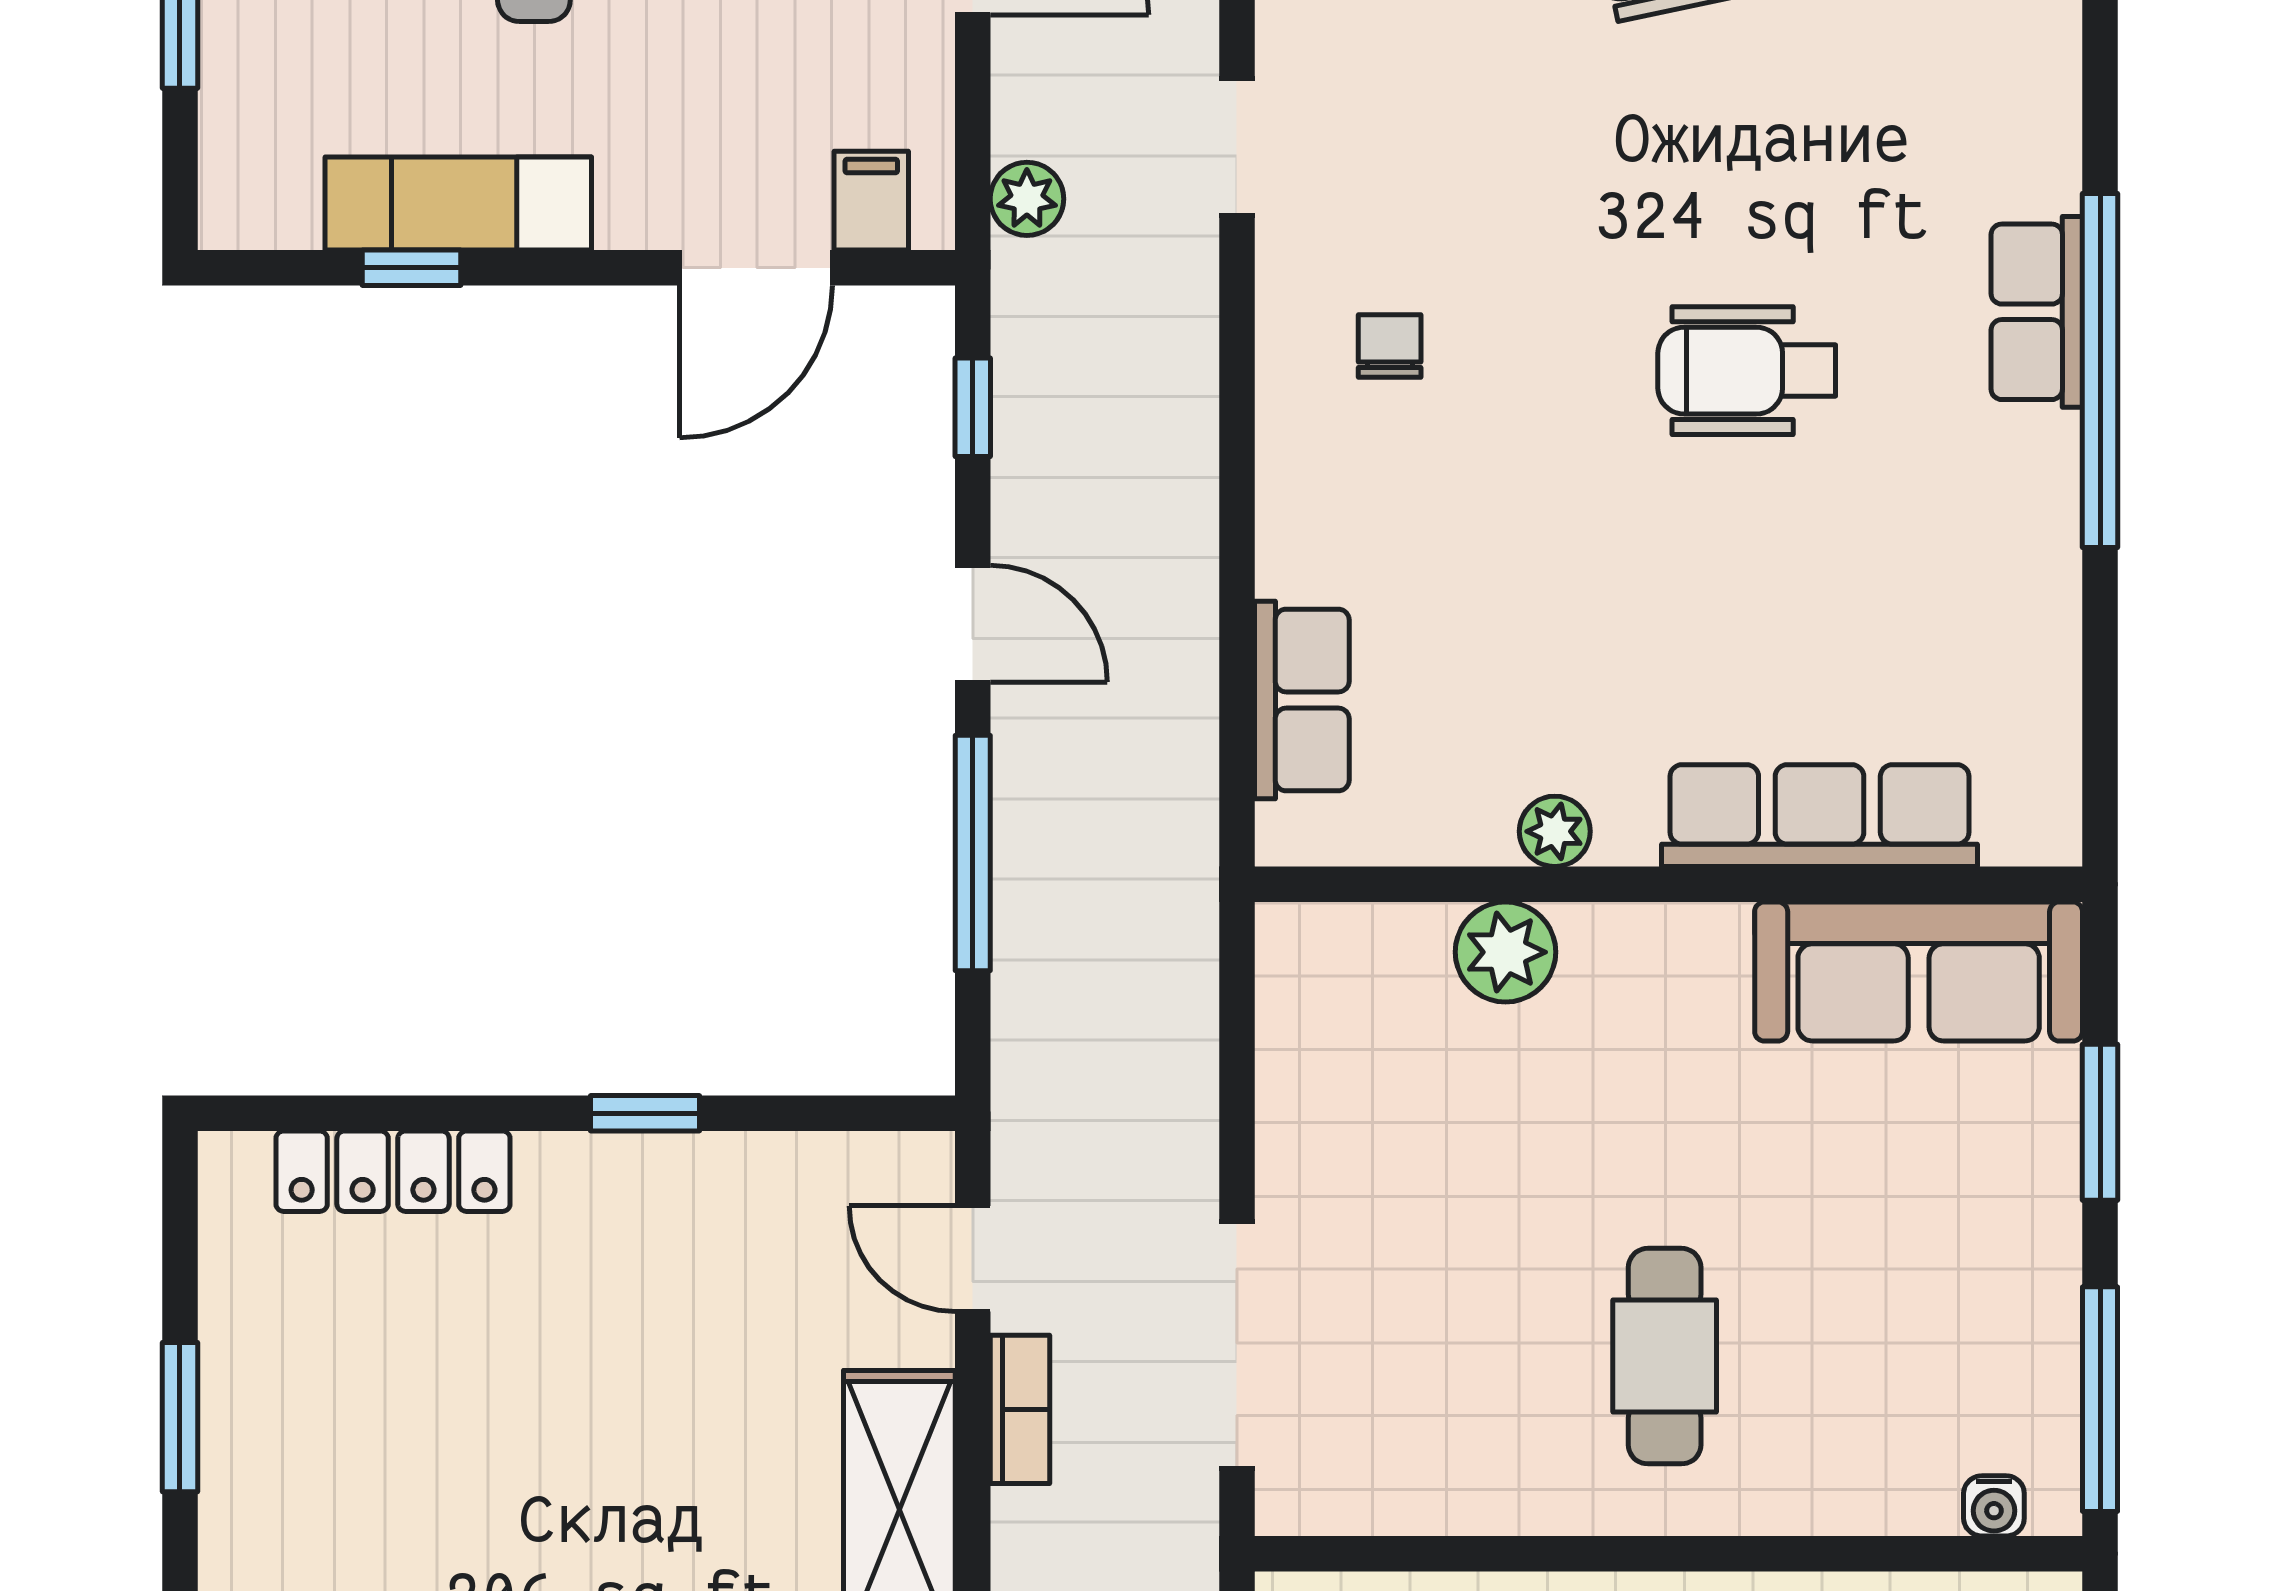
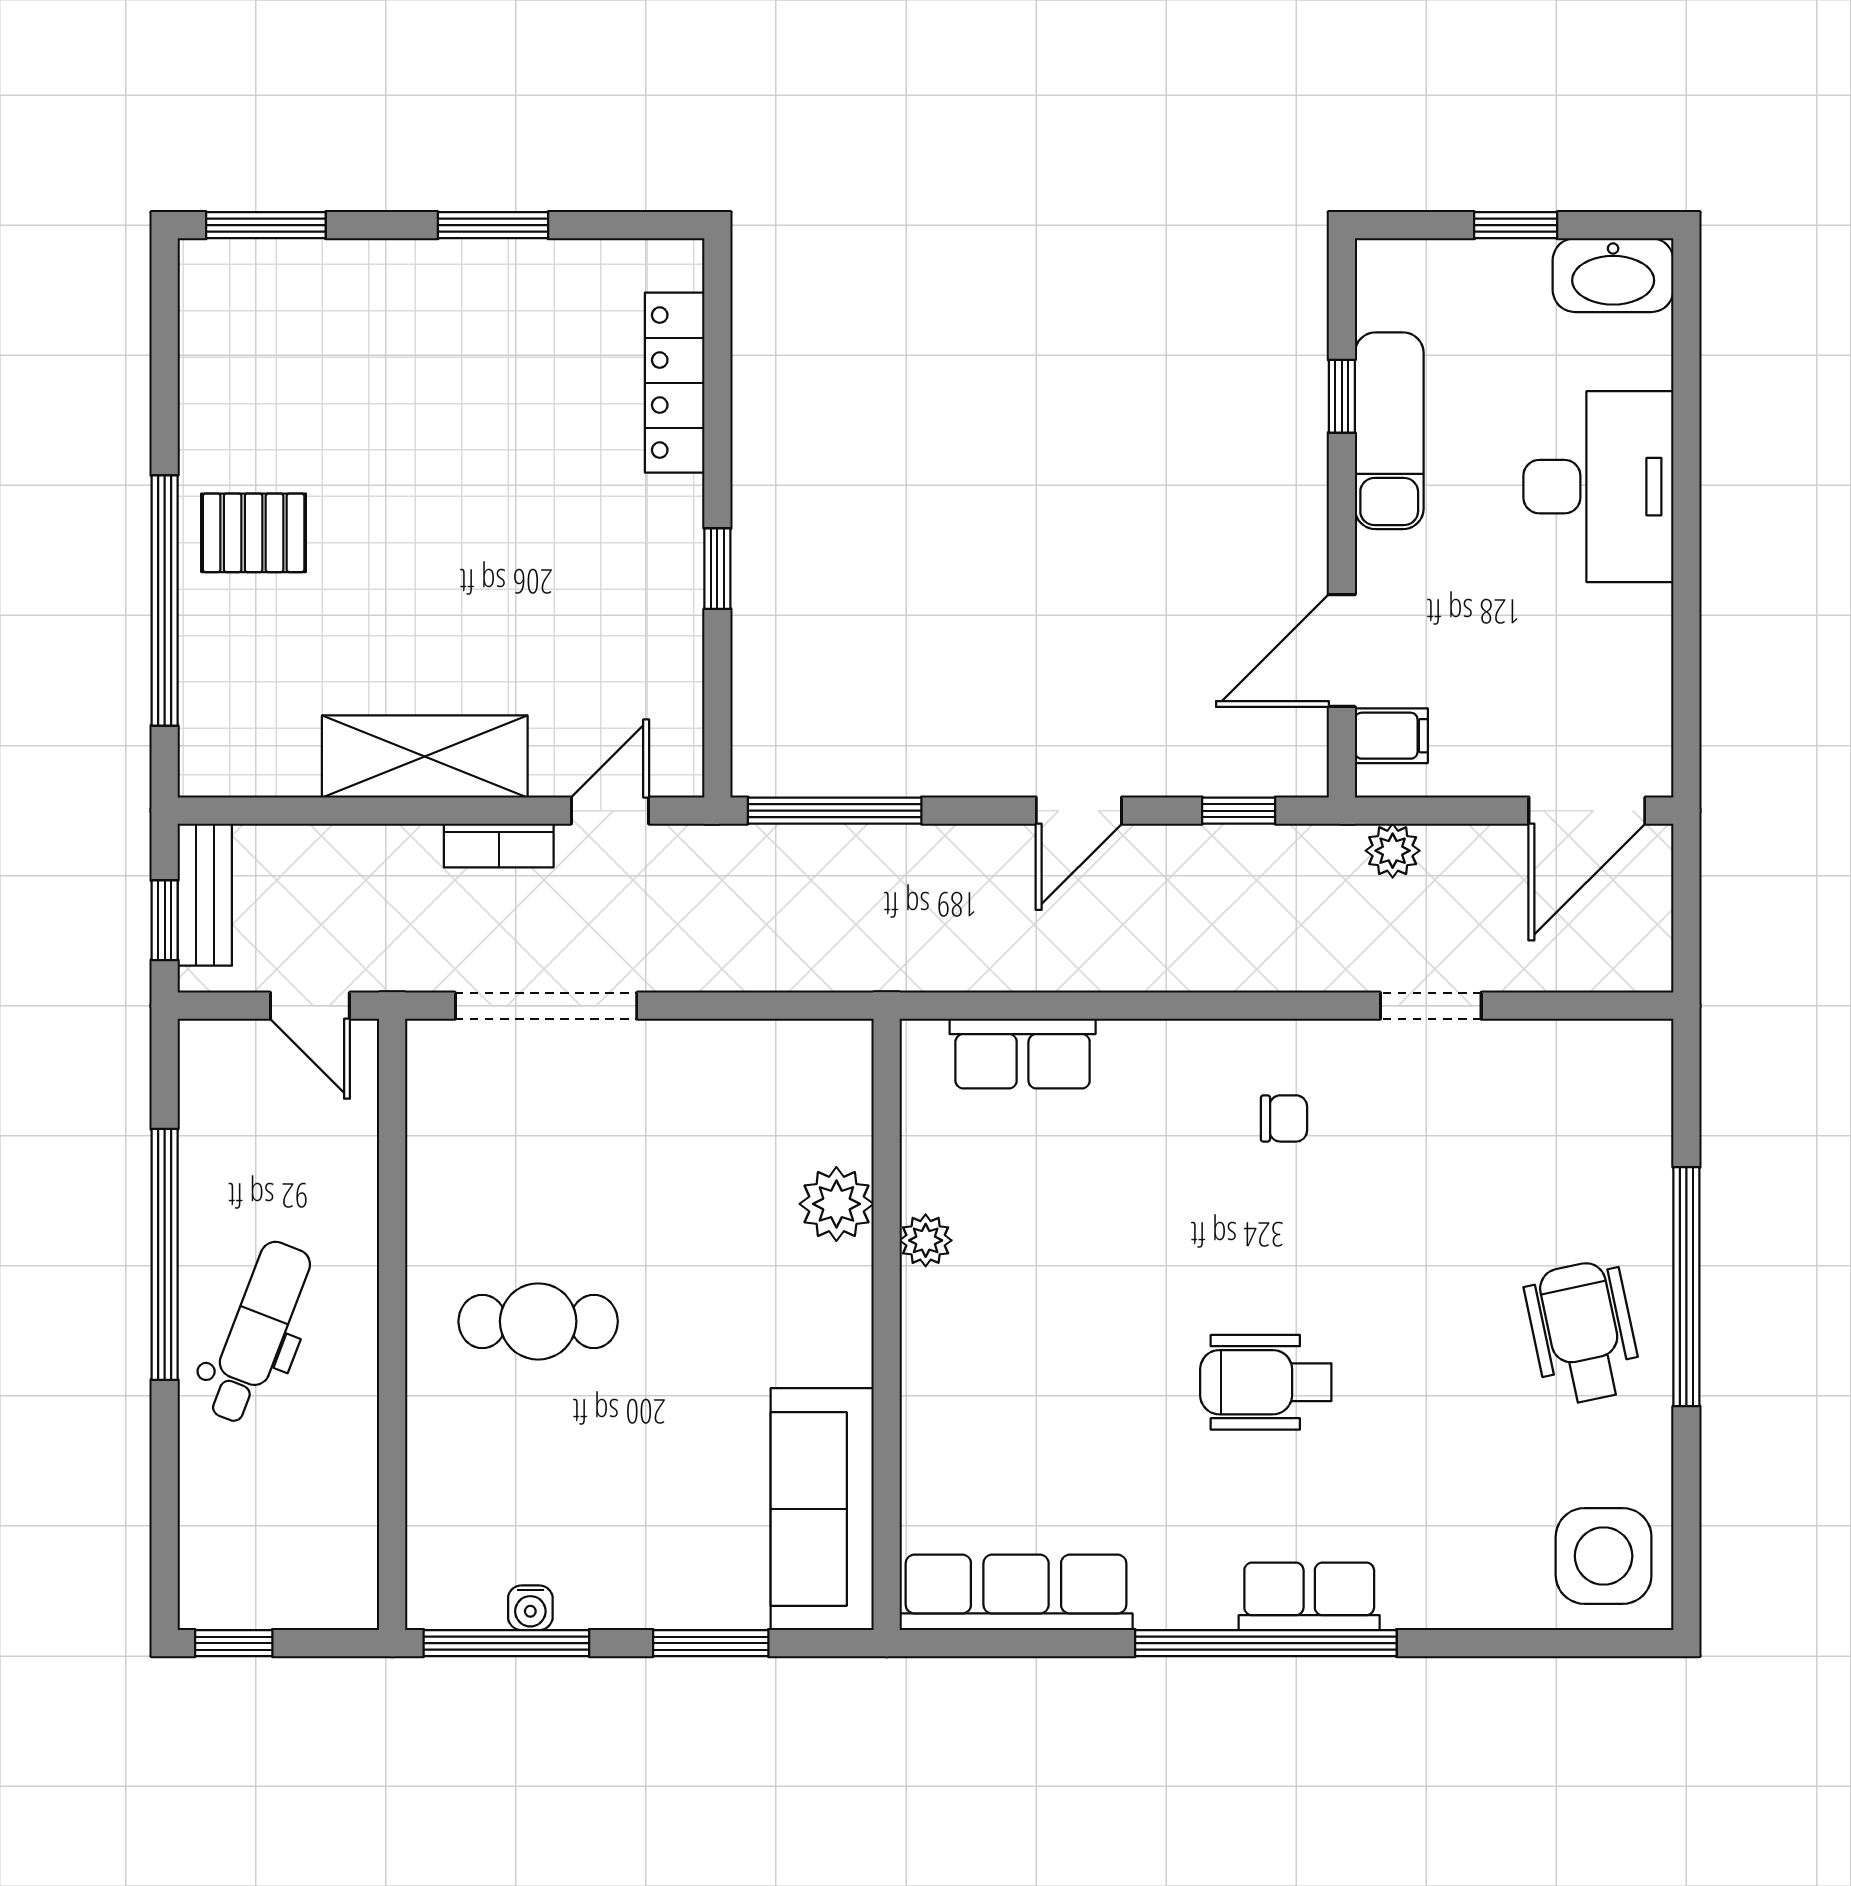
door: (756, 268) -> (1342, 651), hinge flipped
wheelchair: (1747, 371) -> (1266, 1382), turned -90
row of seats: (1819, 816) -> (1016, 1592), moved, turned -90
window: (973, 853) -> (835, 811), moved
water cooler: (1994, 1506) -> (530, 1608), moved, turned -90

